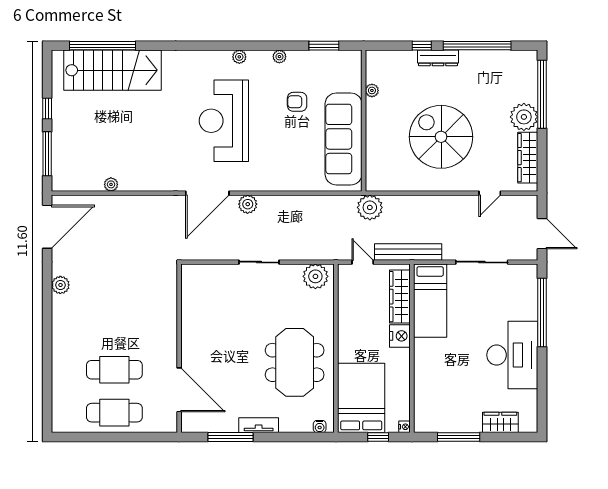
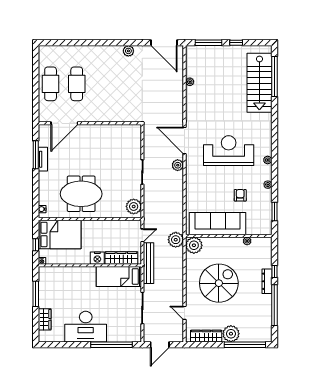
plant: (379, 178) -> (194, 245), added
tv unit: (259, 425) -> (43, 159), moved

